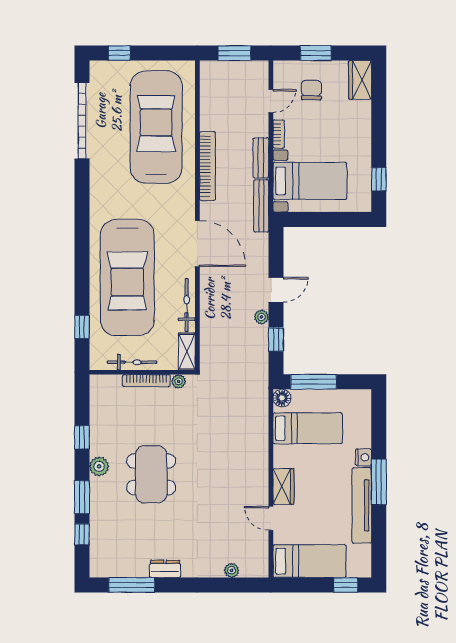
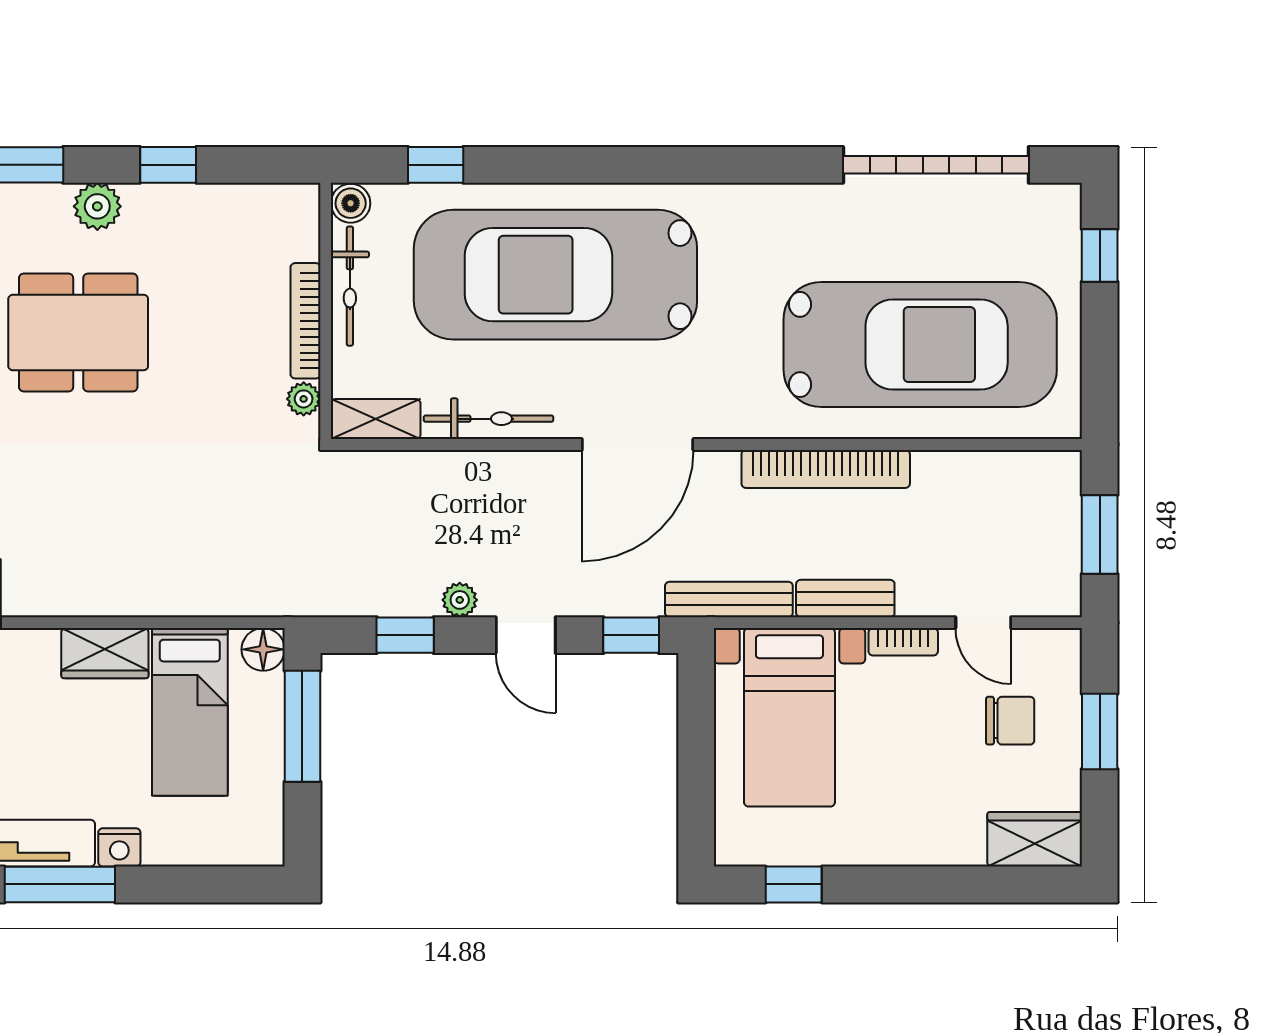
window: (276, 246) -> (631, 635), added
boiler: (98, 362) -> (351, 203), added
wardrobe: (283, 486) -> (105, 653), moved

